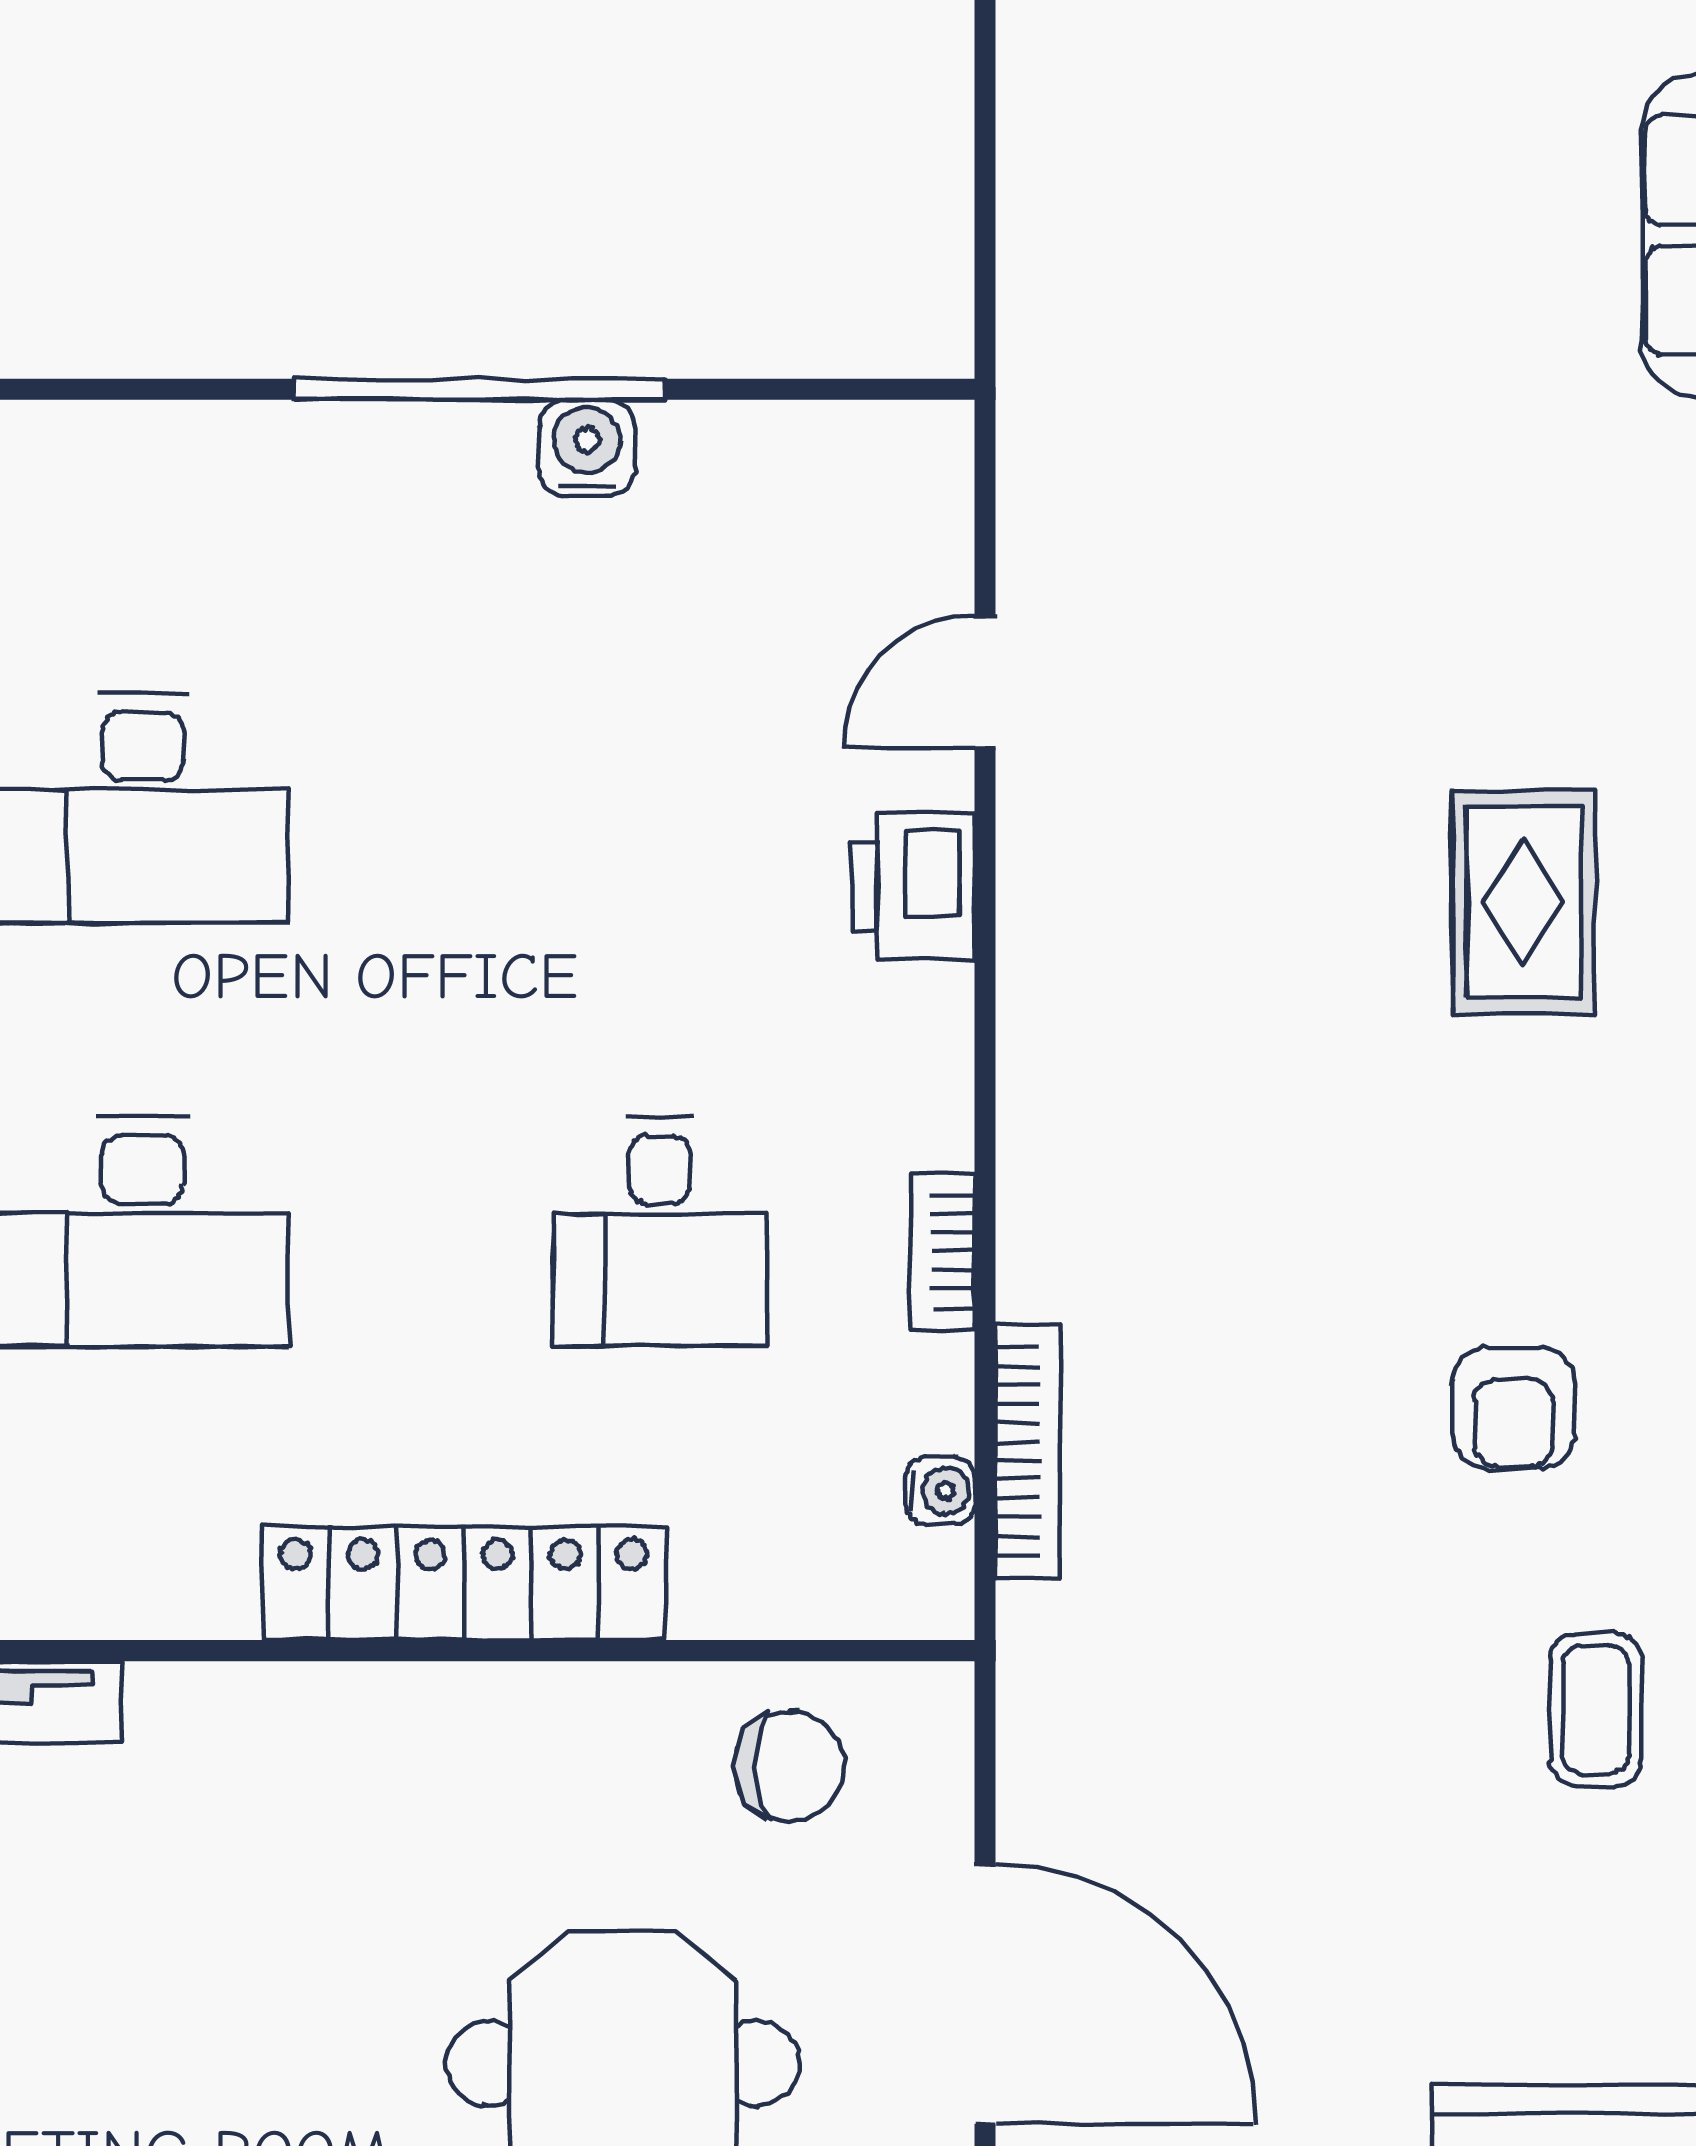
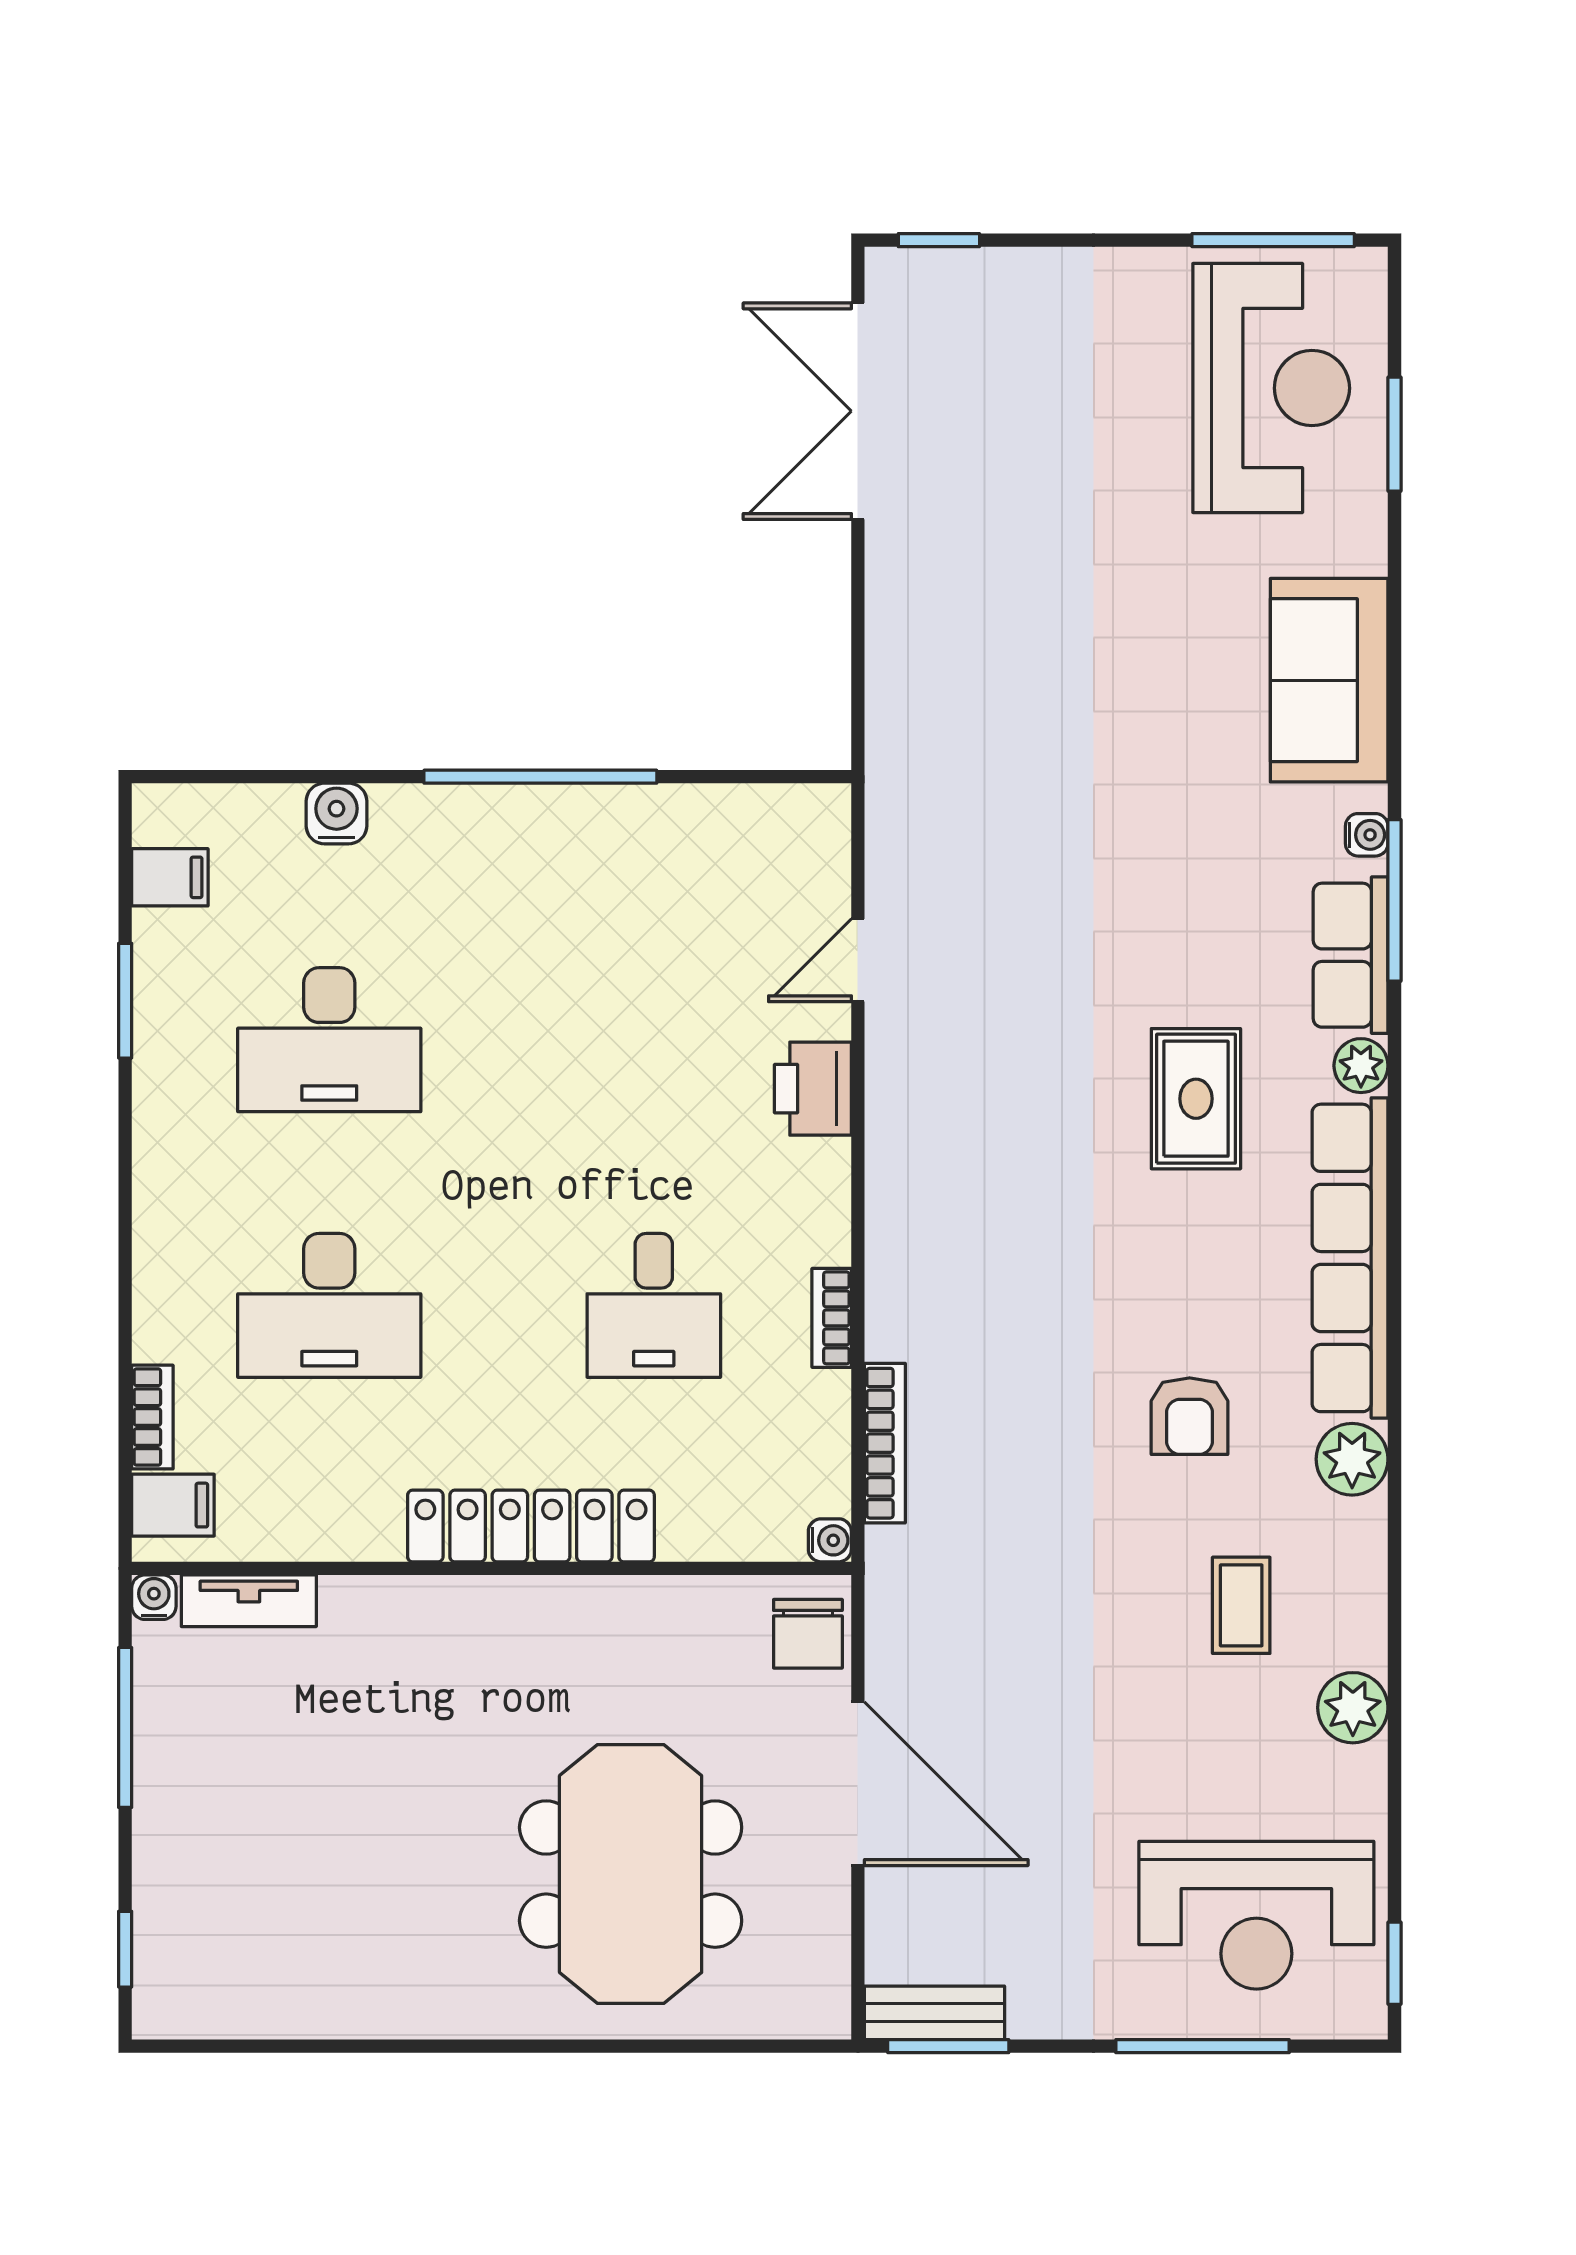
water cooler: (587, 448) -> (337, 814), moved
water cooler: (940, 1491) -> (830, 1540), moved
chair: (789, 1766) -> (808, 1634), moved, turned 90

